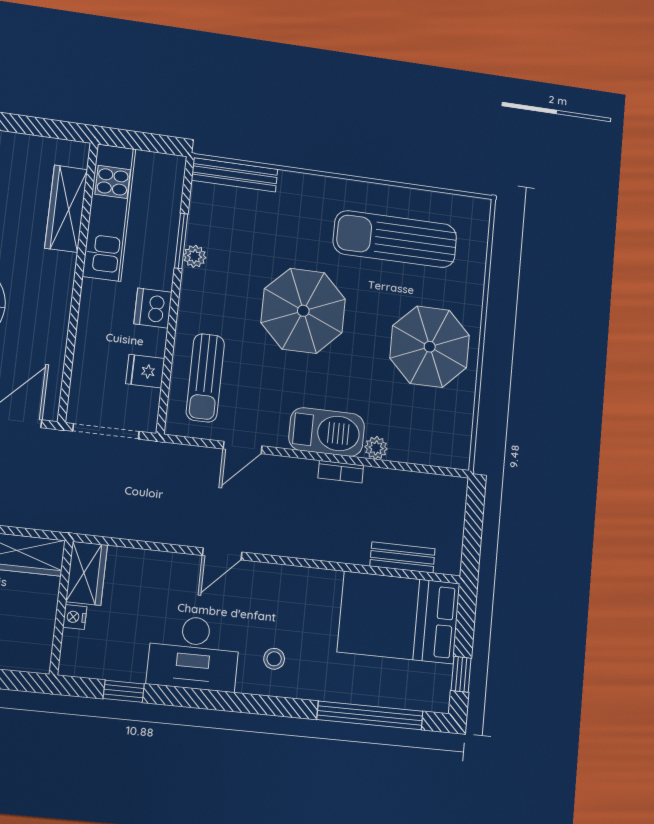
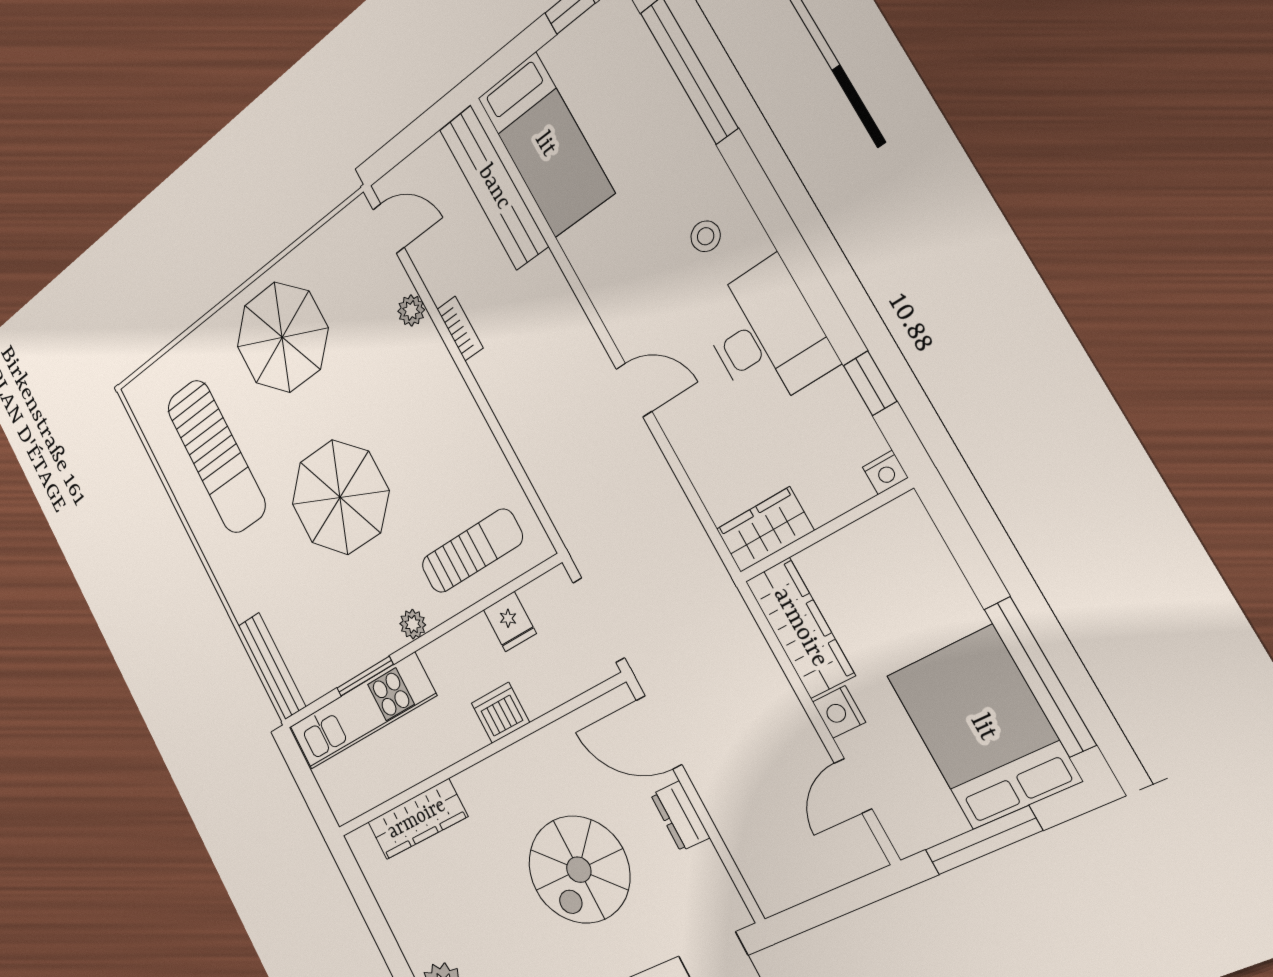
kitchen unit: (109, 212) -> (362, 711), moved, turned 180
plant: (195, 256) -> (413, 624), moved
dishwasher: (153, 308) -> (500, 713), moved, turned 180
barbecue: (327, 432) -> (433, 377), removed
door: (243, 447) -> (389, 228), moved
bench: (402, 557) -> (494, 188), width x1.86, depth x1.21
nightstand: (75, 617) -> (885, 472), moved
bed: (399, 617) -> (545, 145), width x0.67

